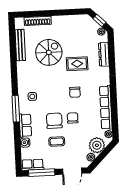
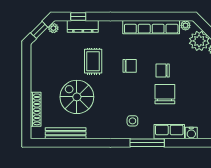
window: (111, 50) -> (78, 16), added
chair: (54, 121) -> (165, 94), turned 90
coffee table: (57, 141) -> (192, 92), removed

